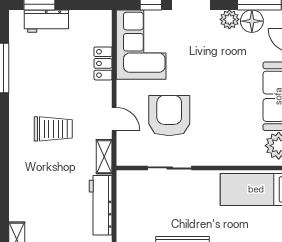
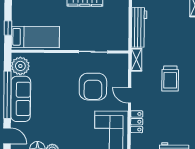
door: (114, 119) -> (130, 95), moved
trolley: (53, 129) -> (170, 79), turned -90

